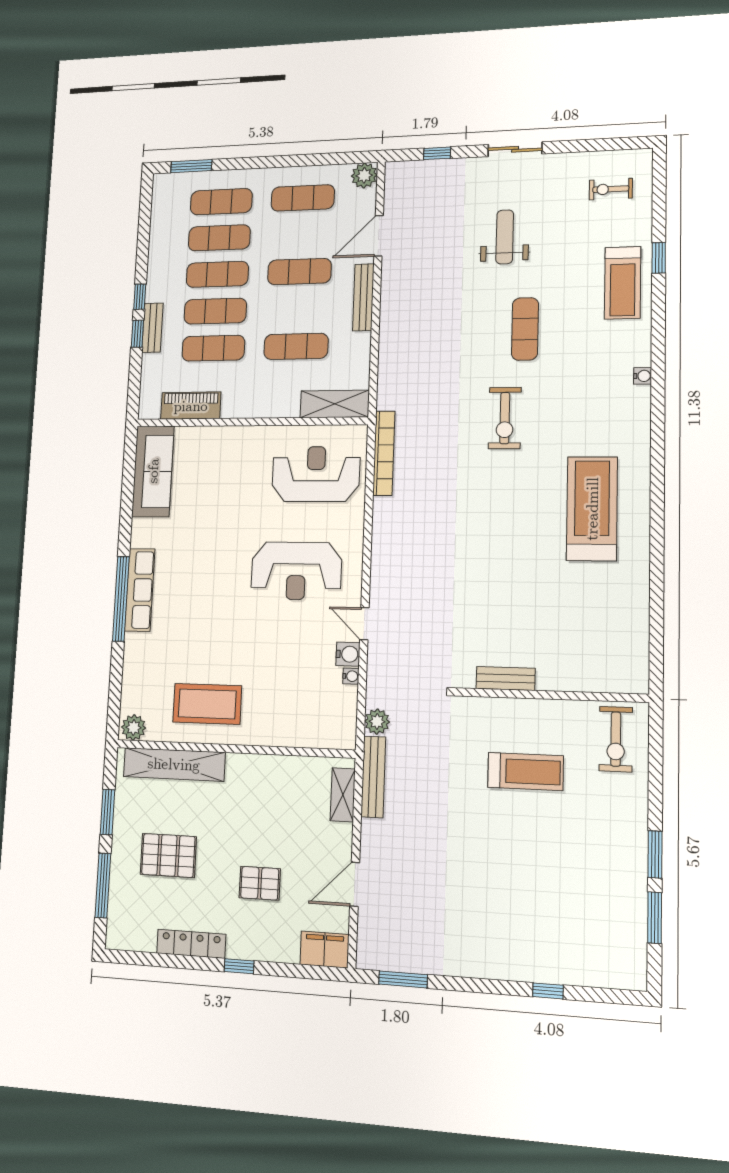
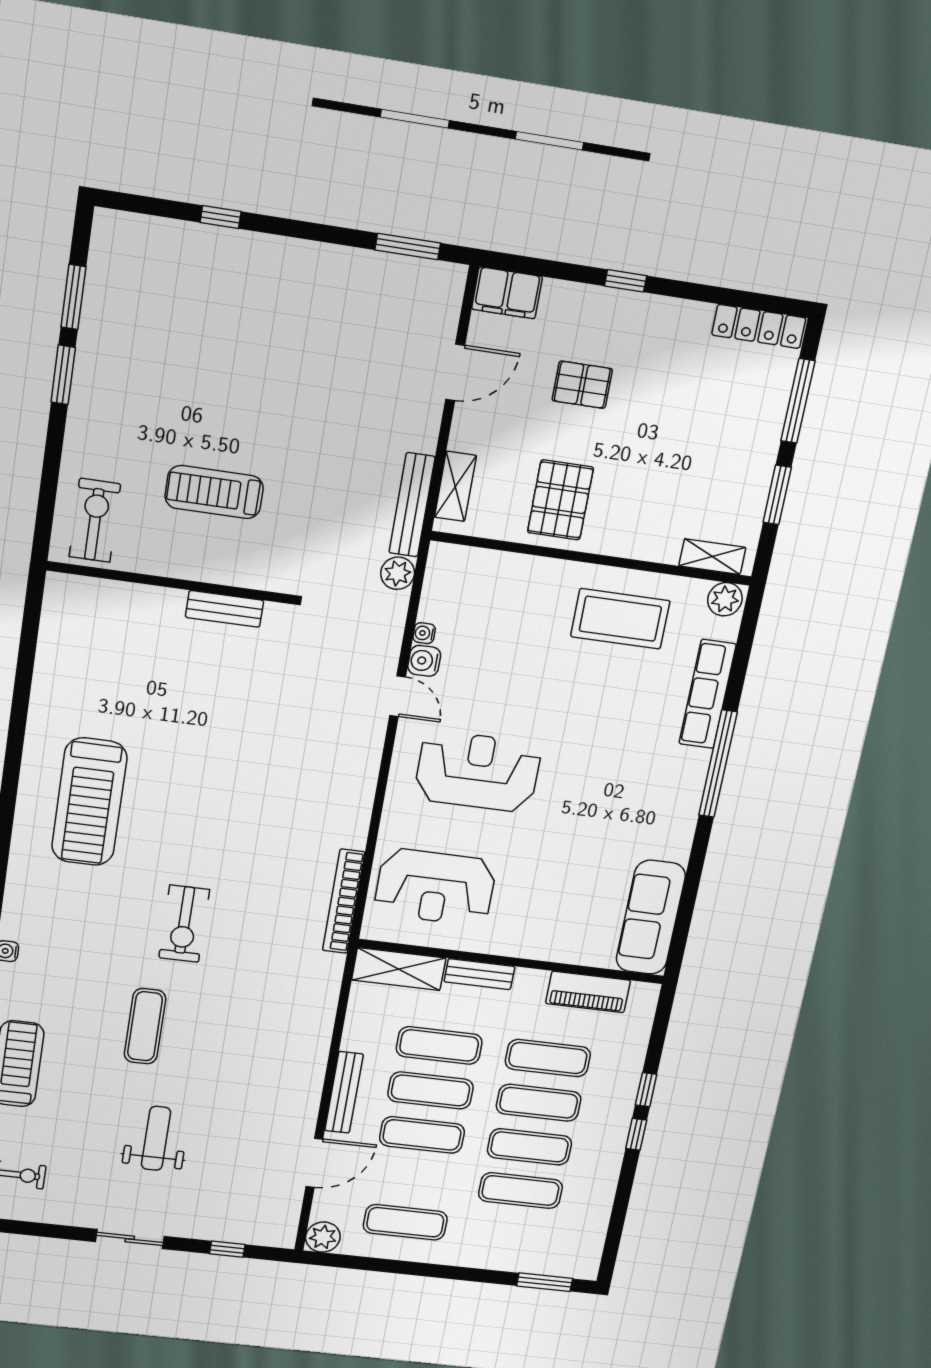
exercise mat: (221, 202) -> (431, 1090), moved
weight bench: (505, 237) -> (156, 1138), turned 180
bench: (152, 328) -> (479, 974), moved, turned 90
exercise bike: (505, 418) -> (184, 924), turned 180
row of seats: (140, 590) -> (708, 694), moved
shelving: (174, 764) -> (712, 557), width x0.45, depth x0.75
pallet: (168, 855) -> (560, 500), moved, turned 90
locker: (191, 944) -> (759, 326), moved

